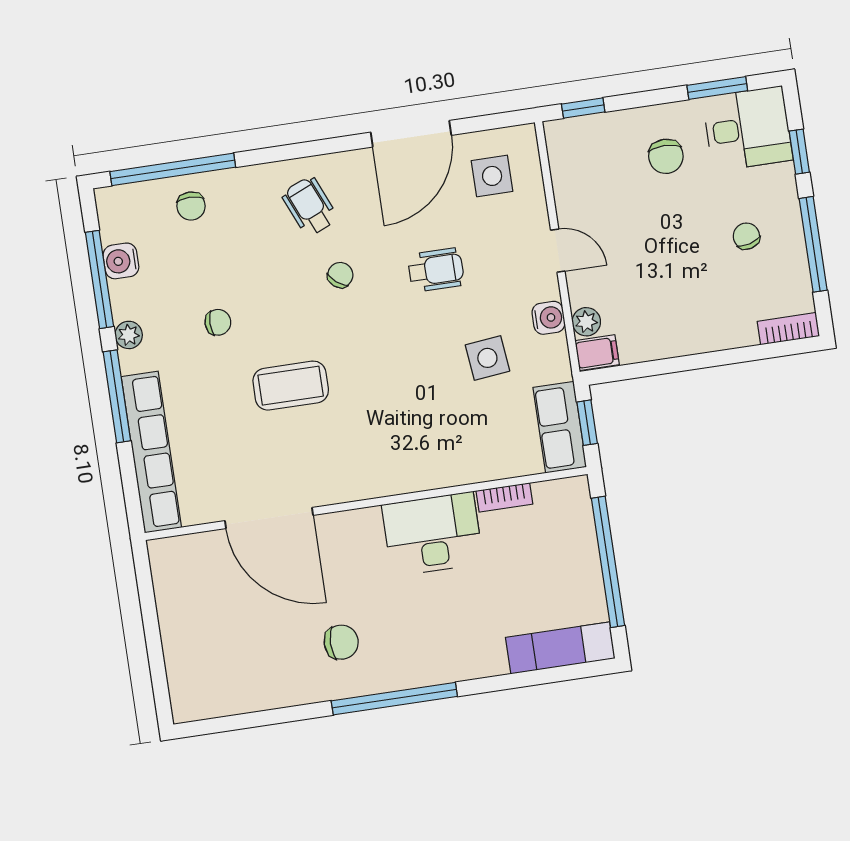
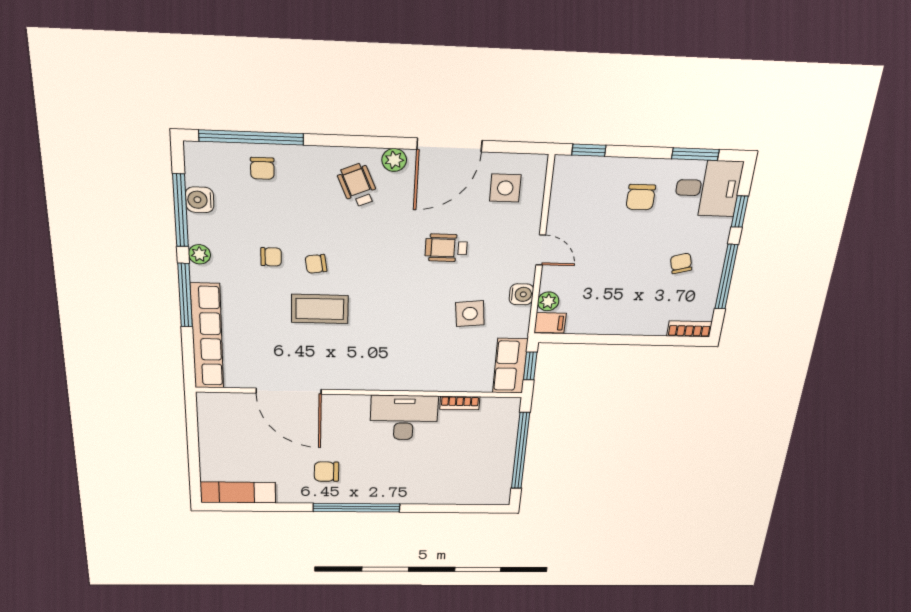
plant: (348, 165) -> (394, 160), added
wheelchair: (436, 270) -> (446, 248), turned 180
chair: (340, 275) -> (316, 264), moved, turned -137
chair: (341, 642) -> (327, 472), turned 180
exam couch: (560, 648) -> (238, 492), moved

